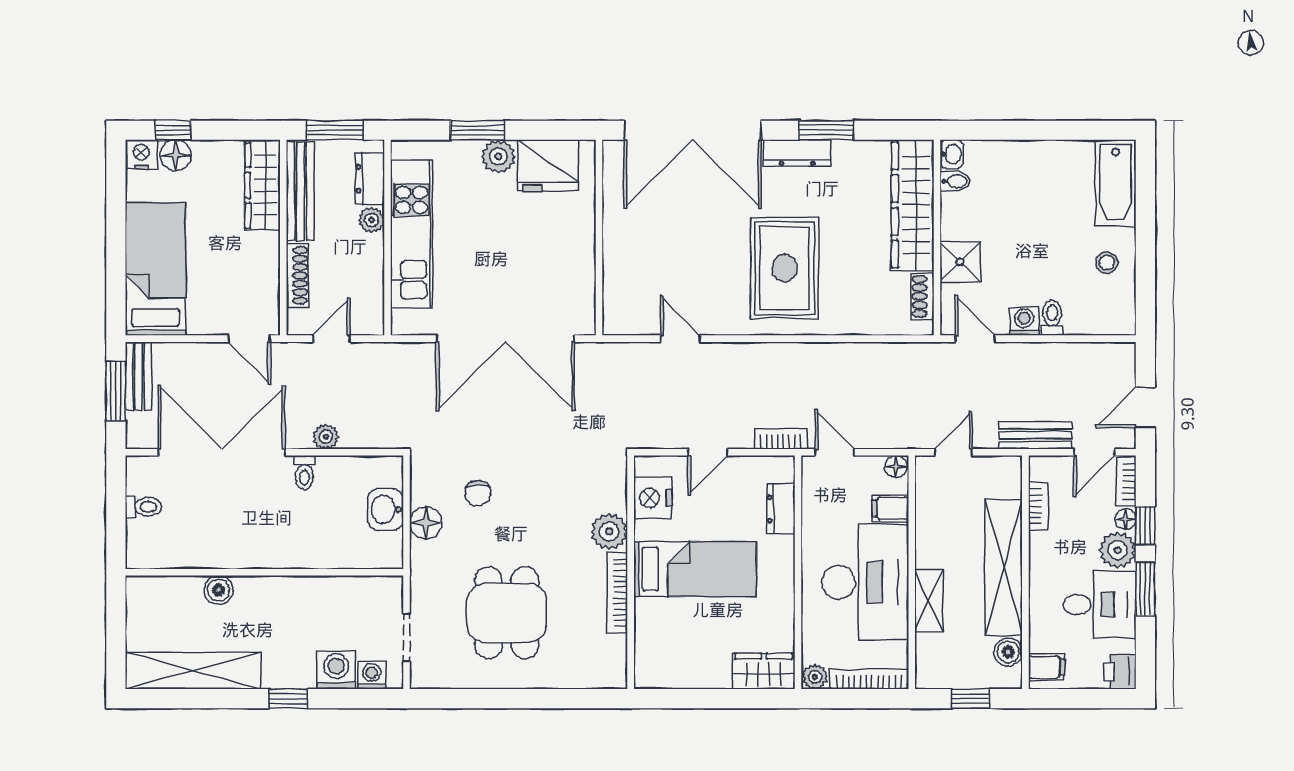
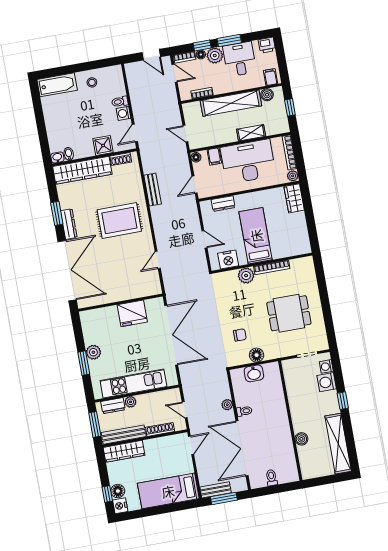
fridge: (548, 166) -> (132, 313), moved, turned 90
bench: (1035, 435) -> (153, 190), moved
bookcase: (781, 439) -> (193, 209), removed

